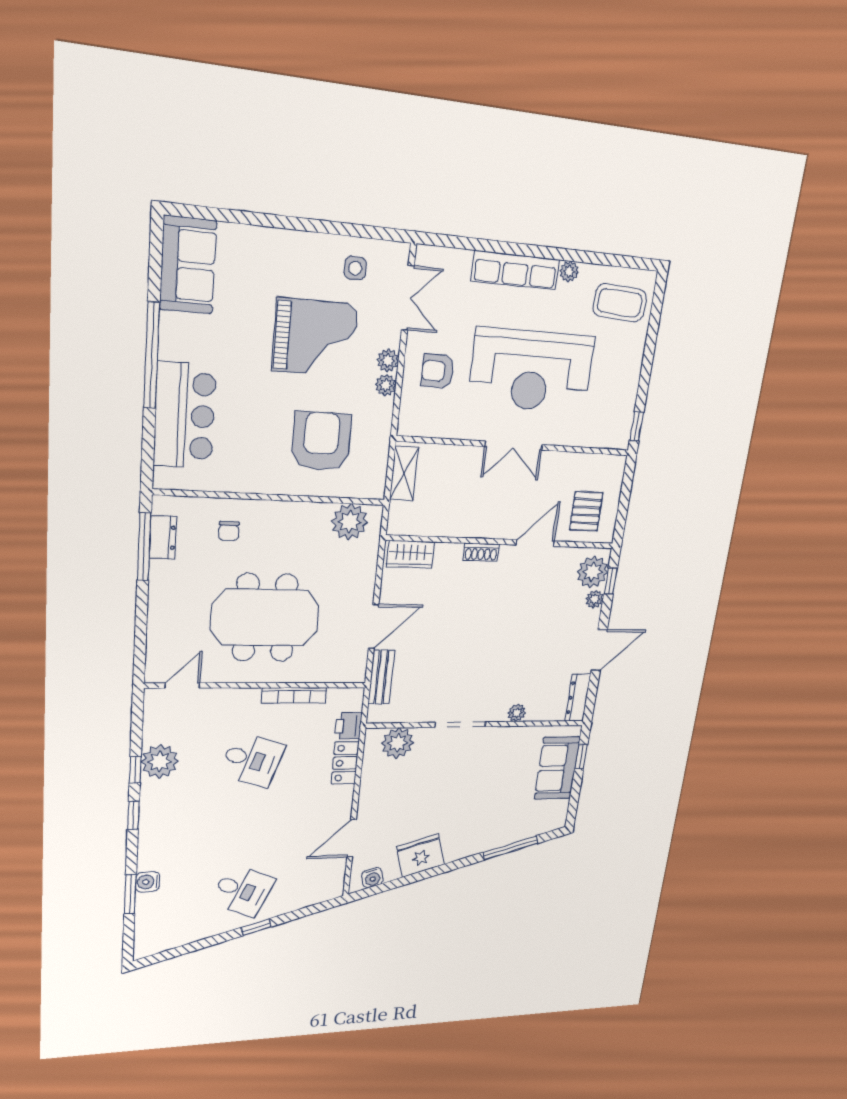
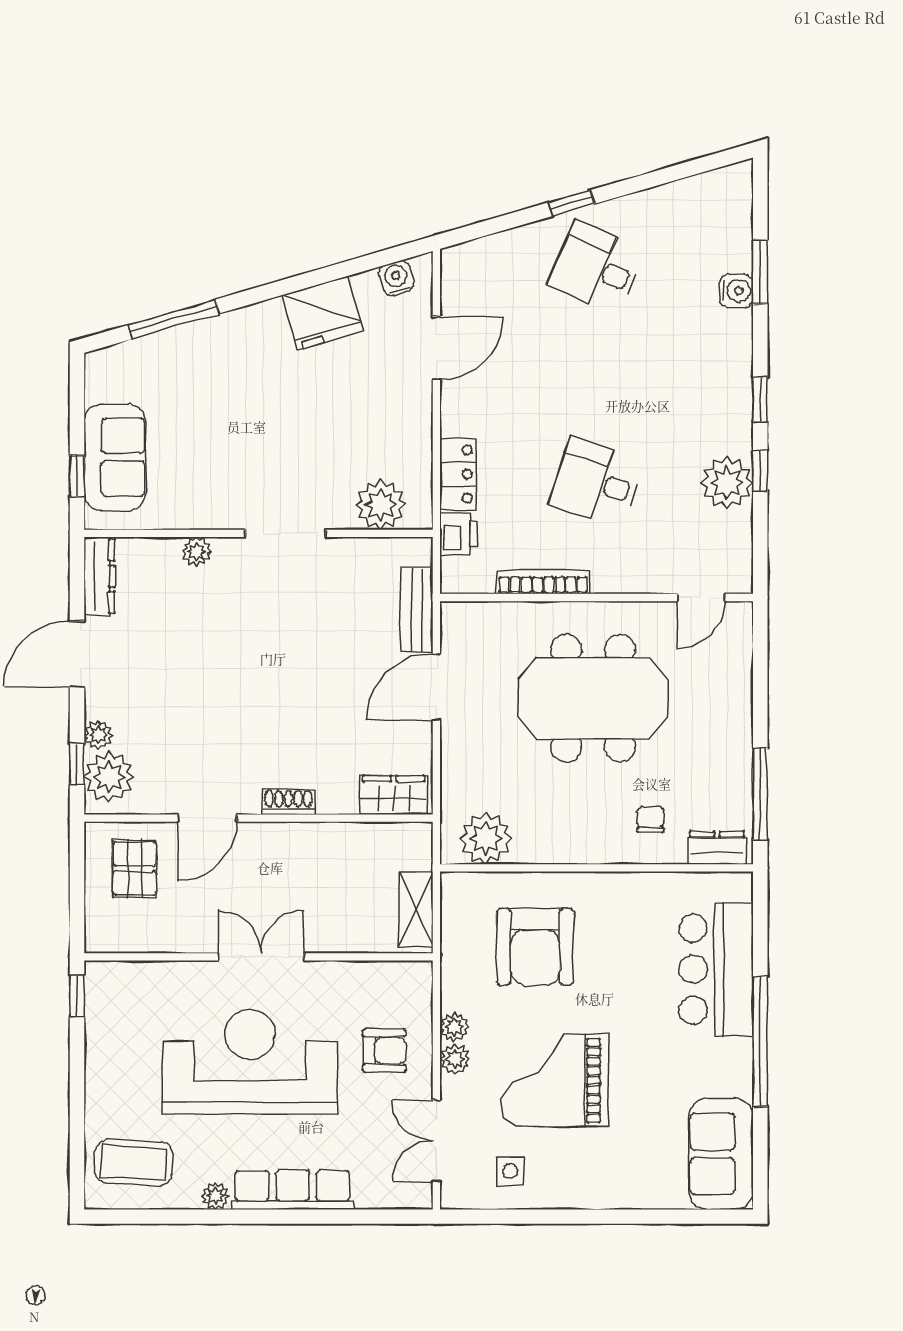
dresser: (163, 537) -> (717, 848), moved, turned 90

